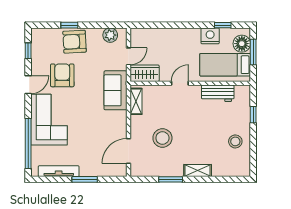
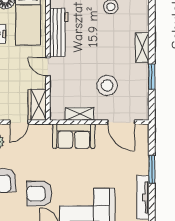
door: (128, 56) -> (19, 122), swing flipped
sofa: (115, 90) -> (74, 136), moved
workbench: (218, 93) -> (59, 32), width x1.38
shelving: (136, 101) -> (80, 114), moved

